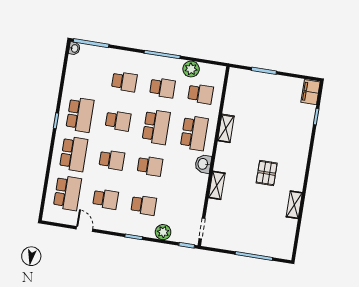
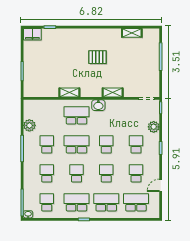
school desk: (201, 94) -> (47, 202), moved
shelving: (294, 205) -> (132, 33), moved

